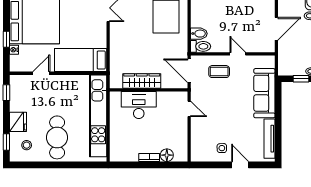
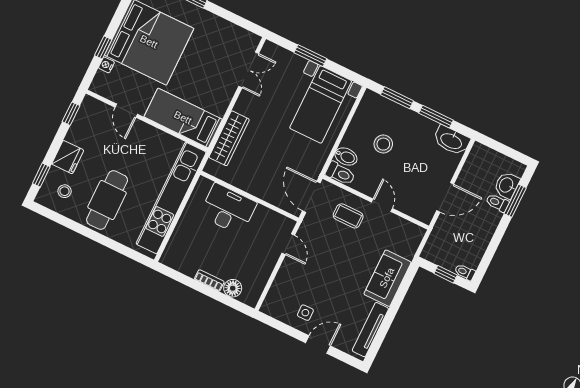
stool: (219, 14) -> (383, 144), added
door: (41, 73) -> (126, 111), swing flipped
wardrobe: (142, 81) -> (229, 138), moved, turned 90
sofa: (264, 93) -> (387, 278), width x0.73
door: (240, 165) -> (318, 344), hinge flipped

